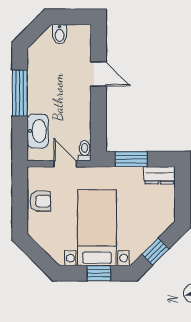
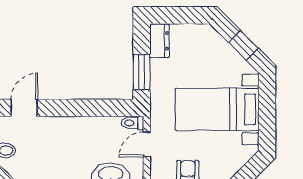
door: (98, 74) -> (24, 108), moved
window: (99, 273) -> (267, 107), removed

